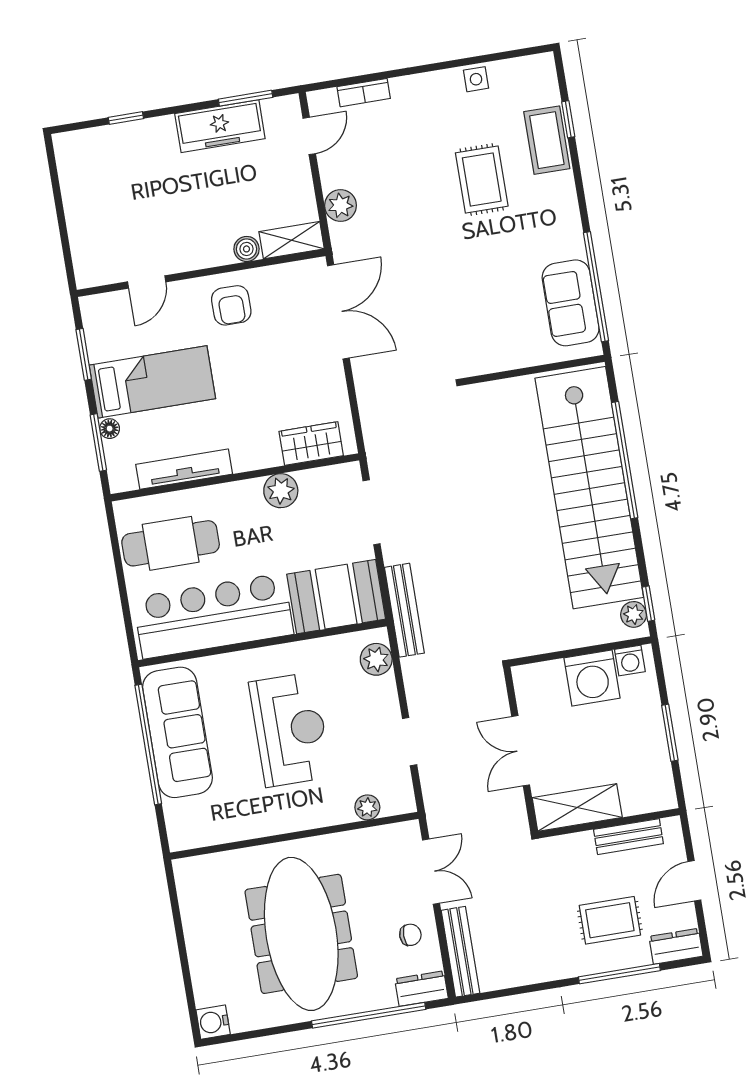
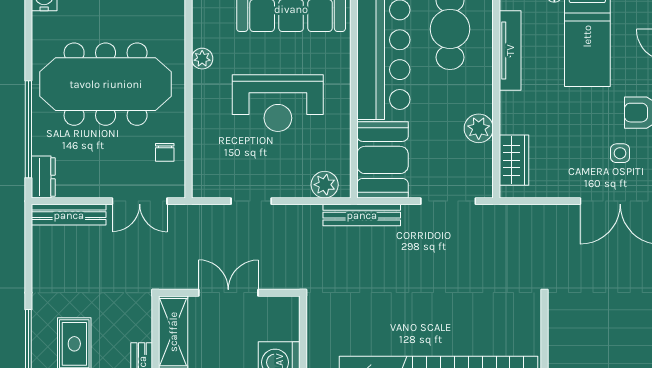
side table: (282, 321) -> (620, 153), added
plant: (367, 807) -> (202, 59), moved
chair: (410, 935) -> (165, 152), moved

